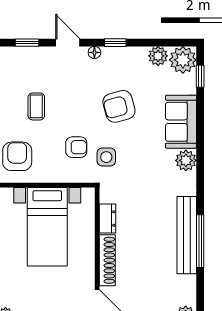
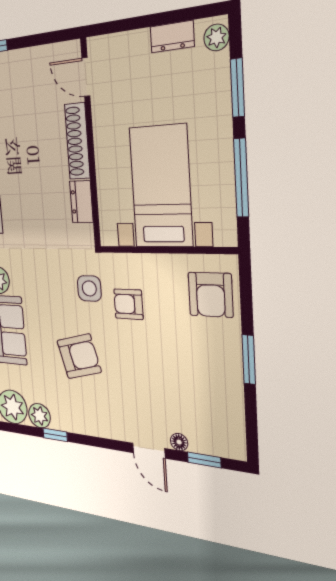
window: (115, 43) -> (55, 435), moved
floor lamp: (94, 52) -> (179, 442), moved
coffee table: (36, 106) -> (186, 367), removed

